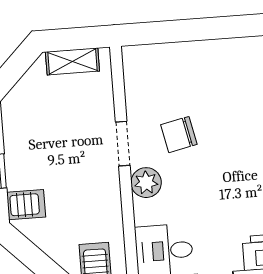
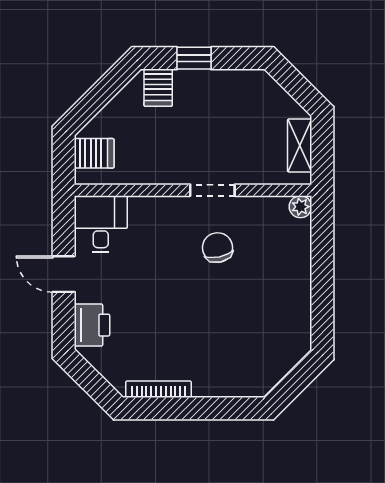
plant: (146, 183) -> (300, 207), moved, width x0.73, depth x0.73

